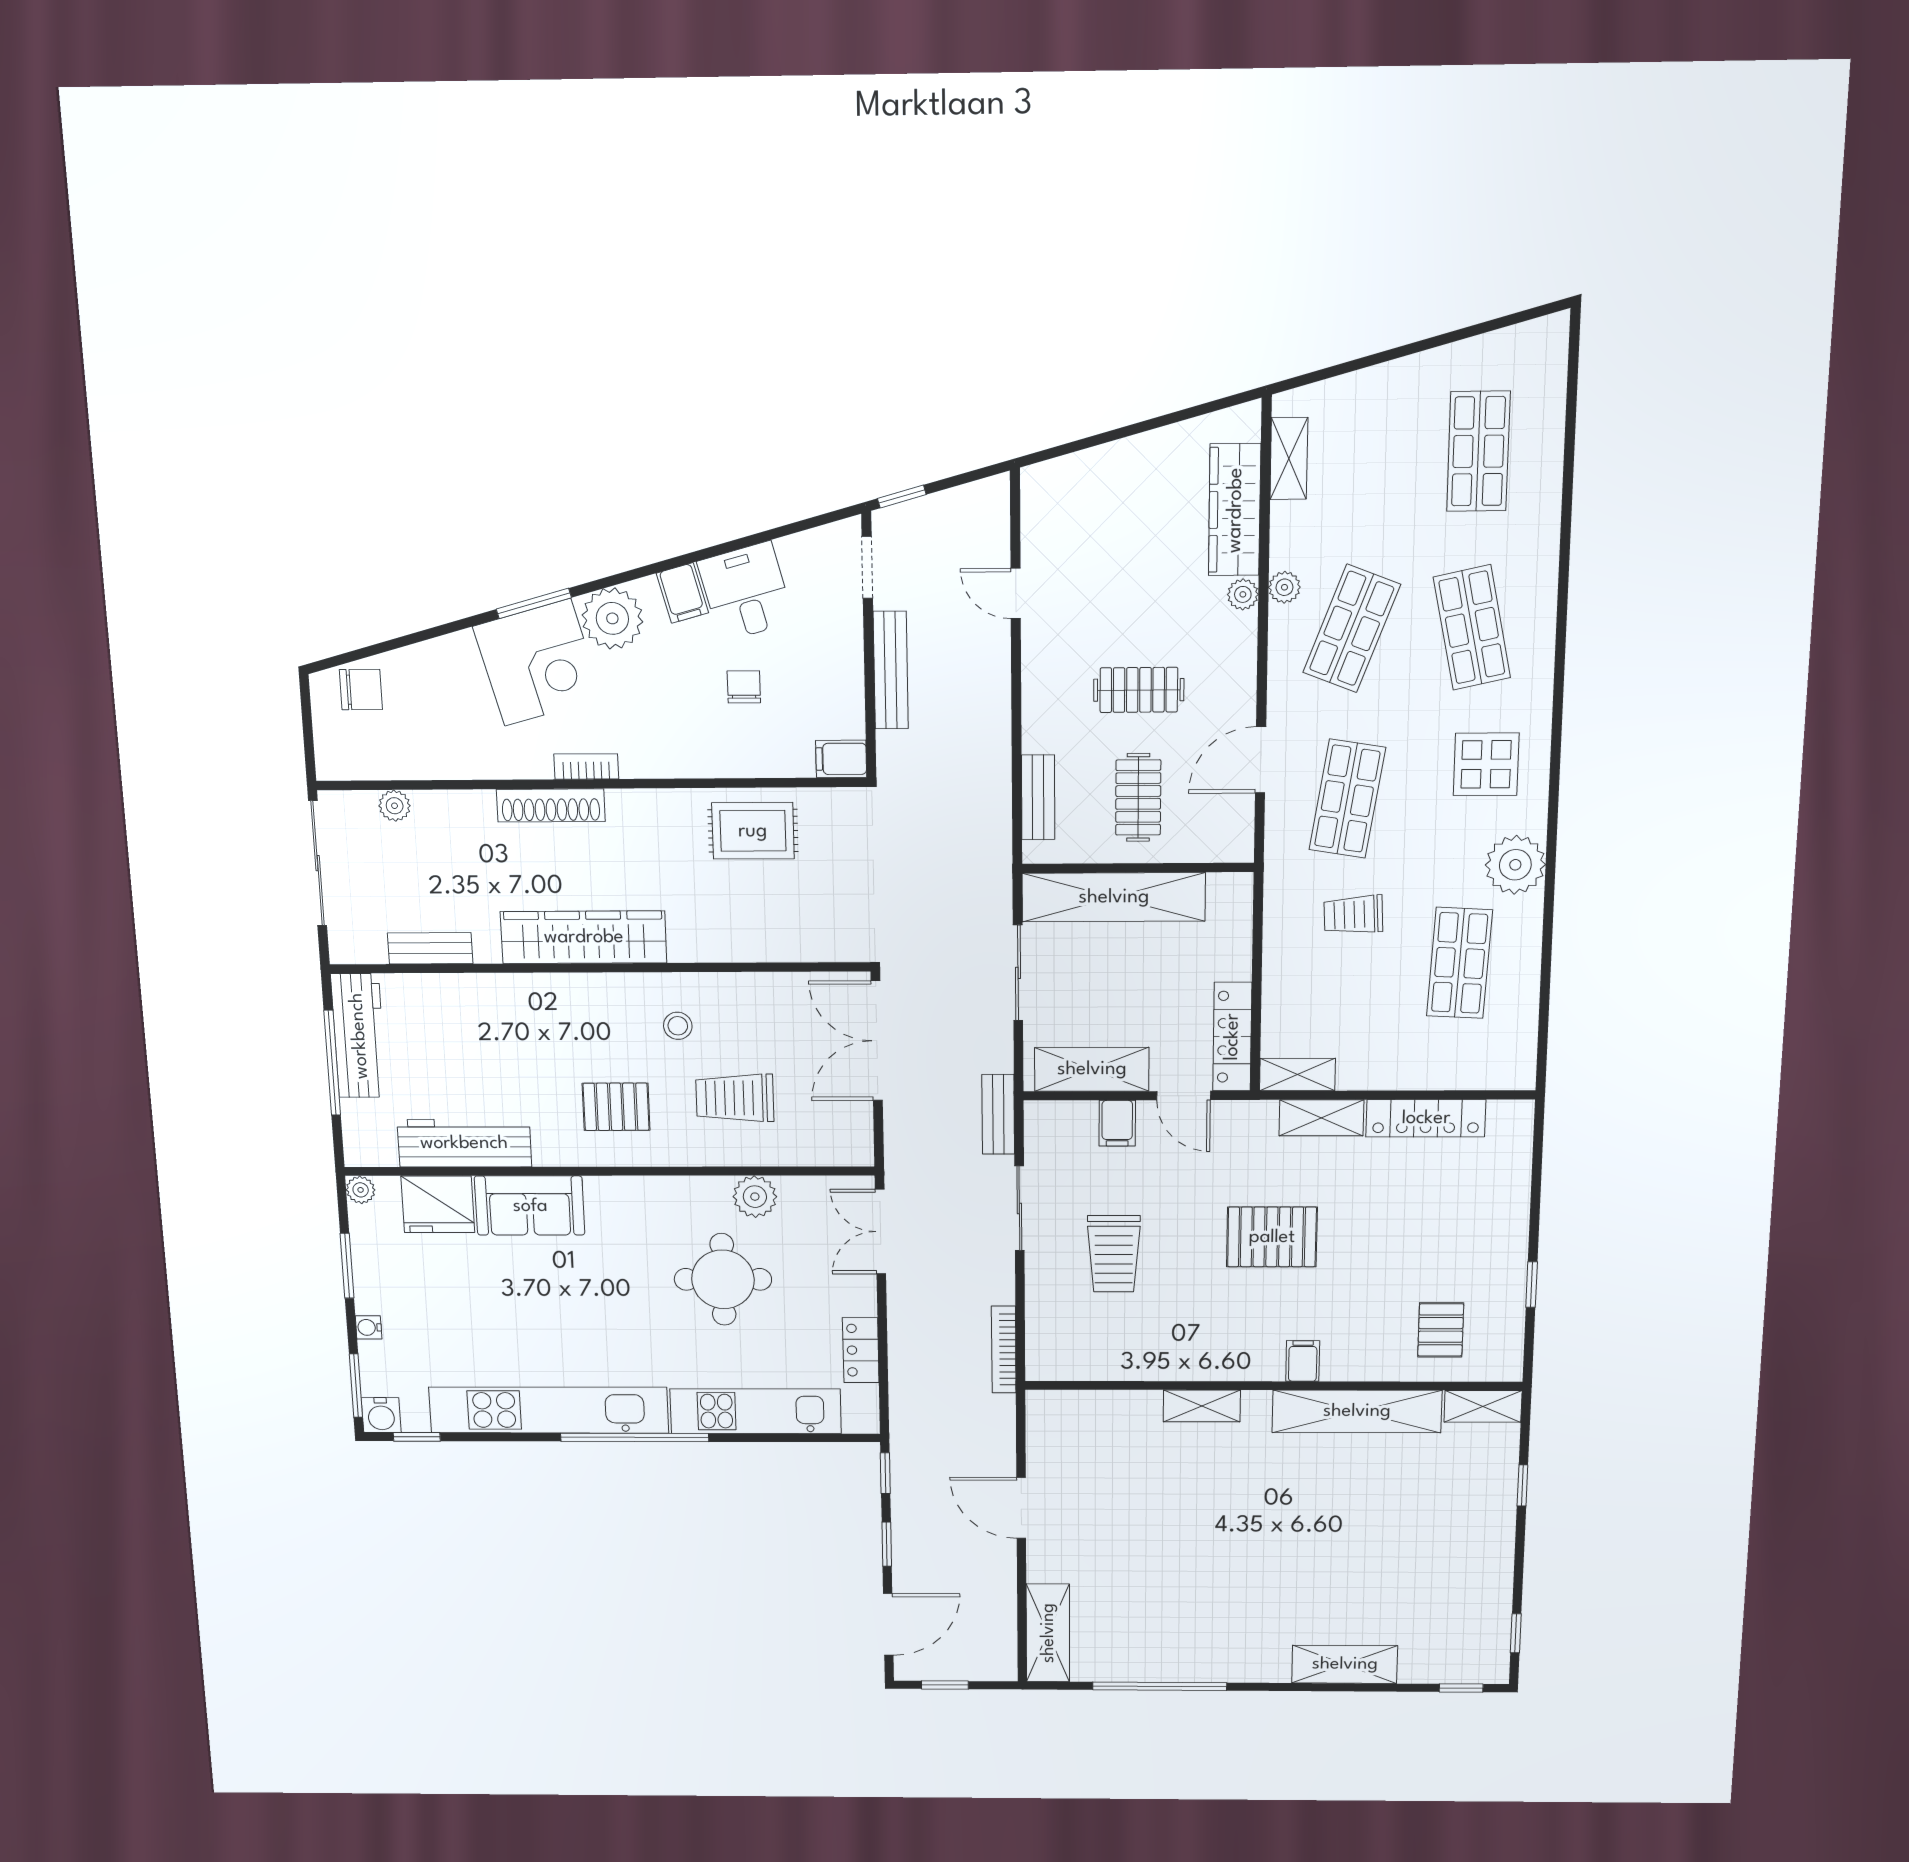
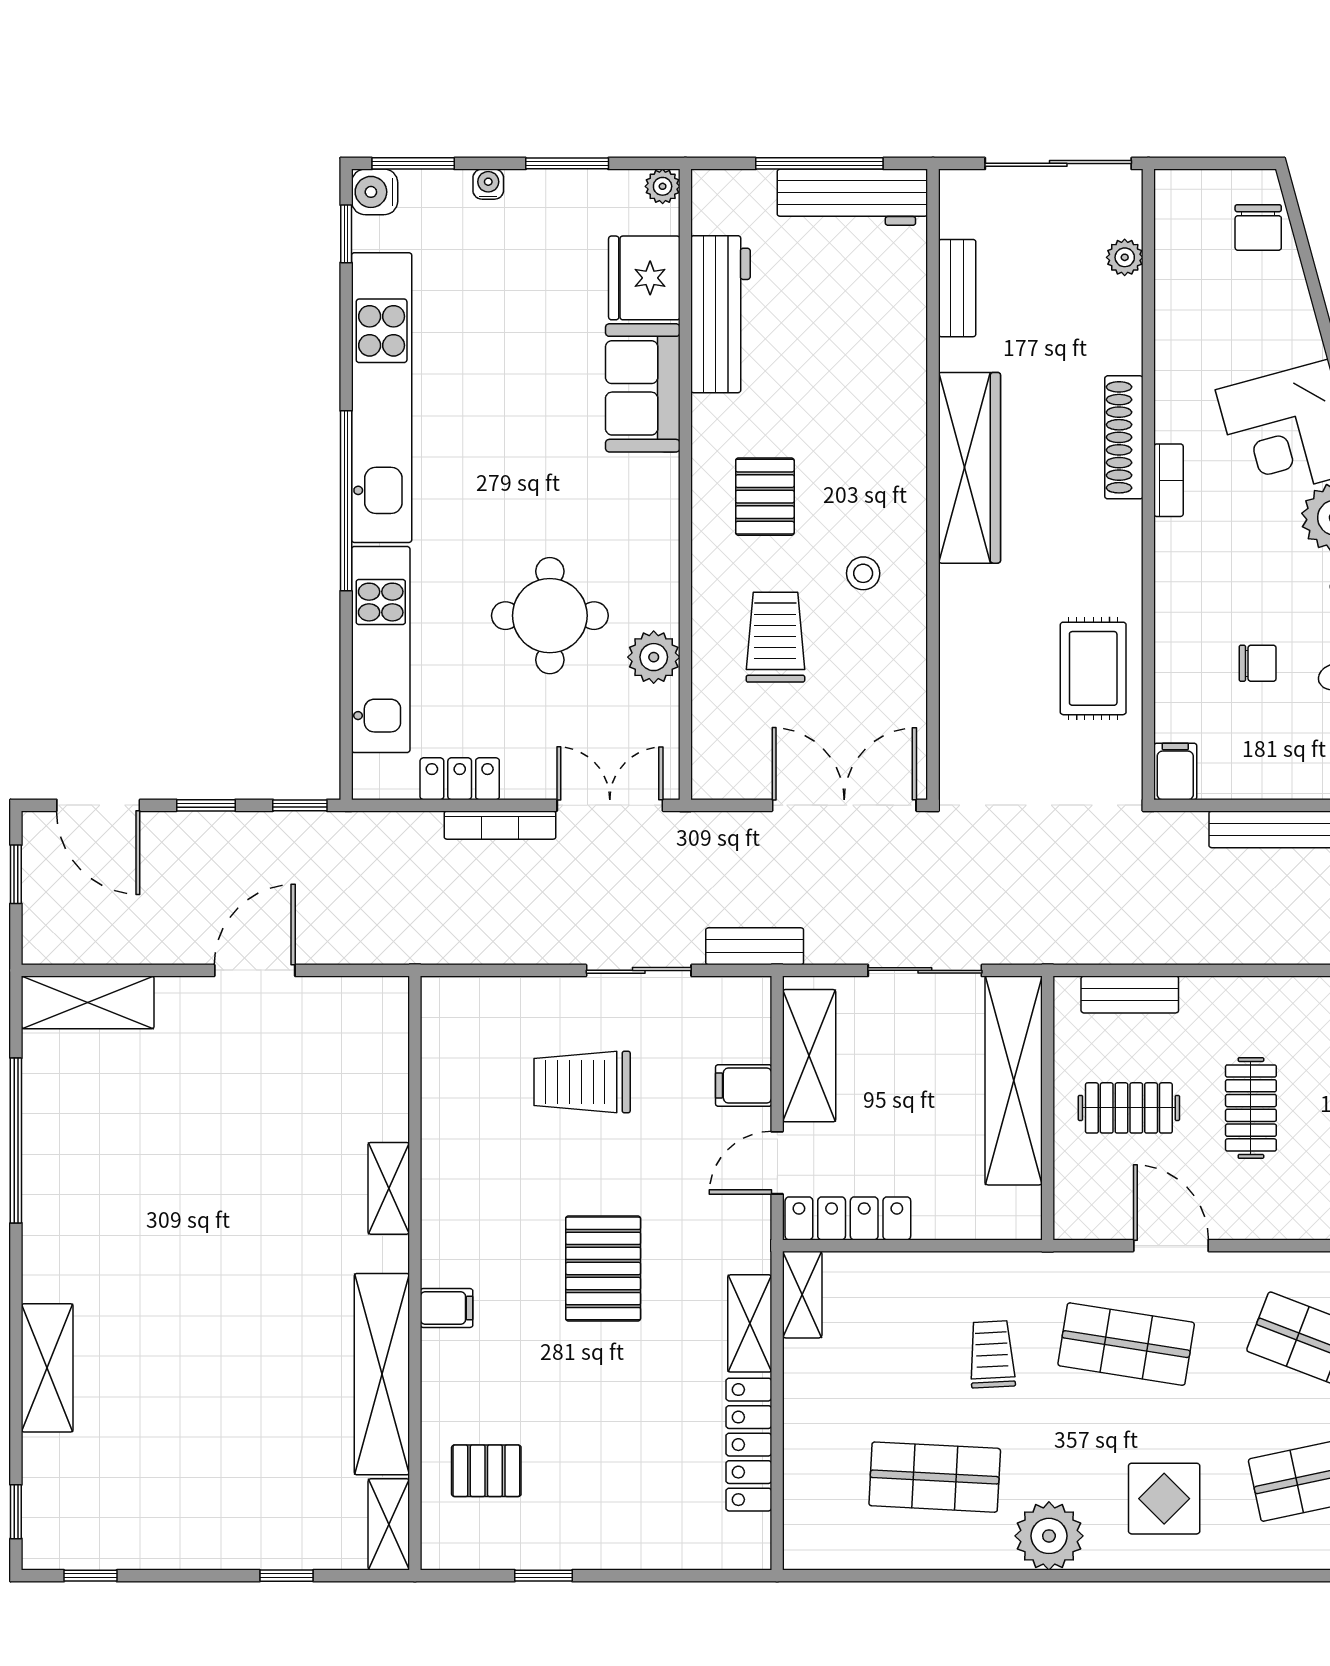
bookcase: (1004, 1350) -> (500, 825), moved, turned 180

